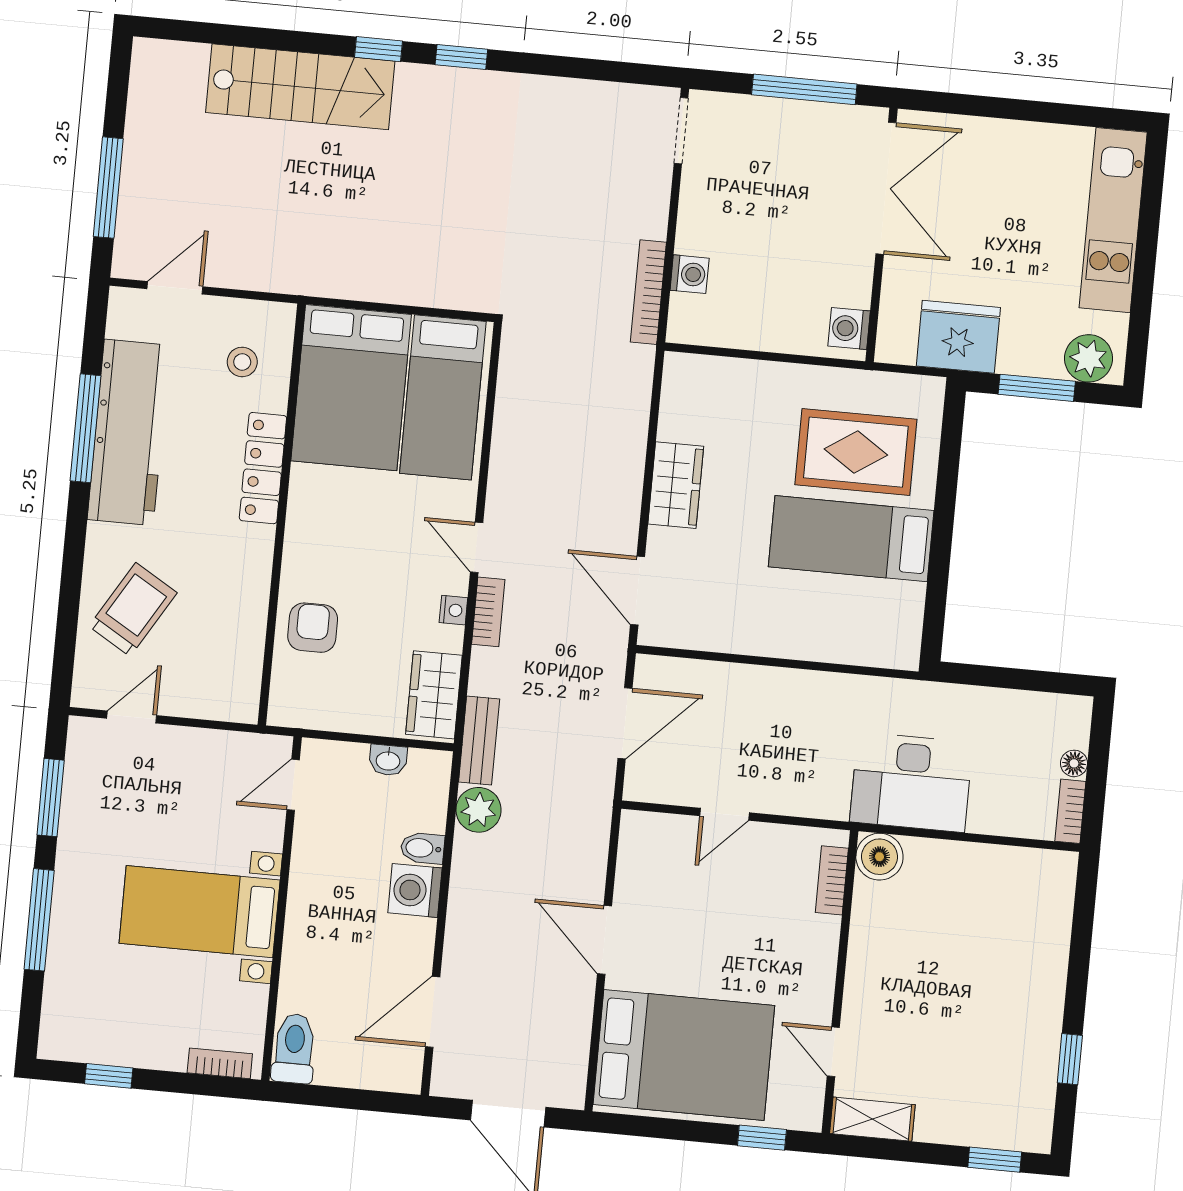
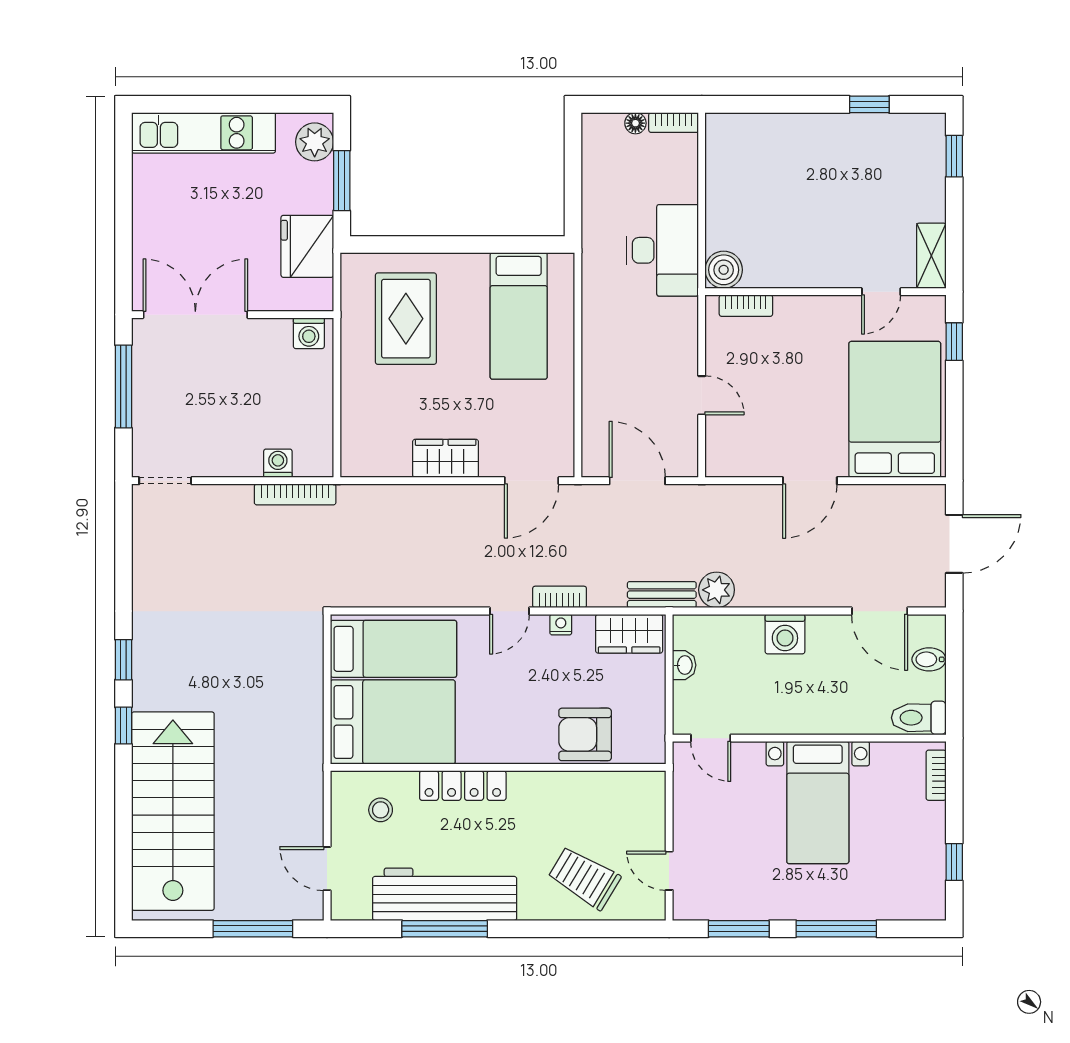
stairs: (300, 87) -> (173, 811), width x1.36, depth x1.51
bed: (851, 539) -> (519, 316), moved
armchair: (313, 628) -> (585, 734), width x1.38, depth x1.38
bidet: (422, 848) -> (929, 659), moved, turned 90

